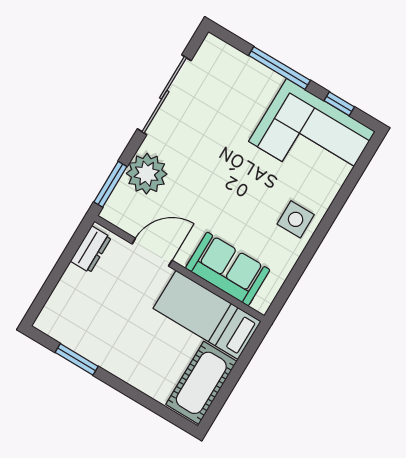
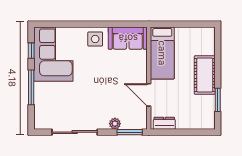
plant: (147, 174) -> (115, 124), width x0.53, depth x0.53
sofa: (228, 269) -> (128, 38), moved, turned -90
cot: (201, 383) -> (205, 75), moved, turned 90

